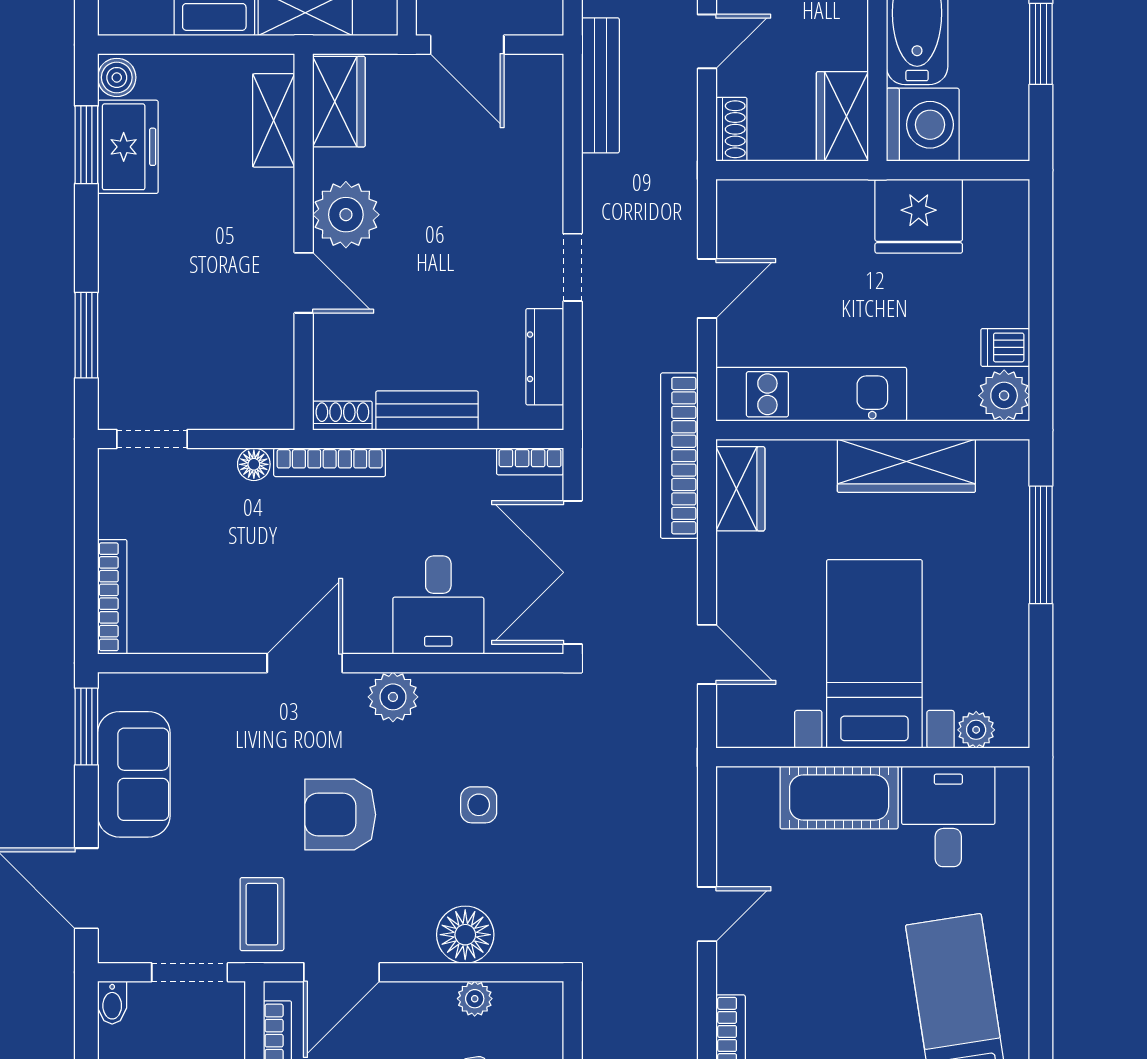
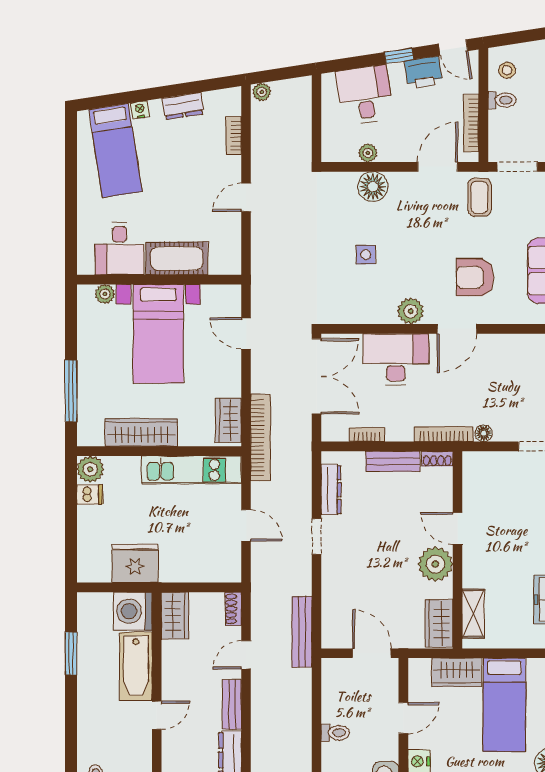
door: (707, 288) -> (246, 525), swing flipped
bookcase: (530, 461) -> (367, 435), moved
desk: (438, 605) -> (396, 359), width x1.37
armchair: (340, 815) -> (475, 277), moved, turned 180

